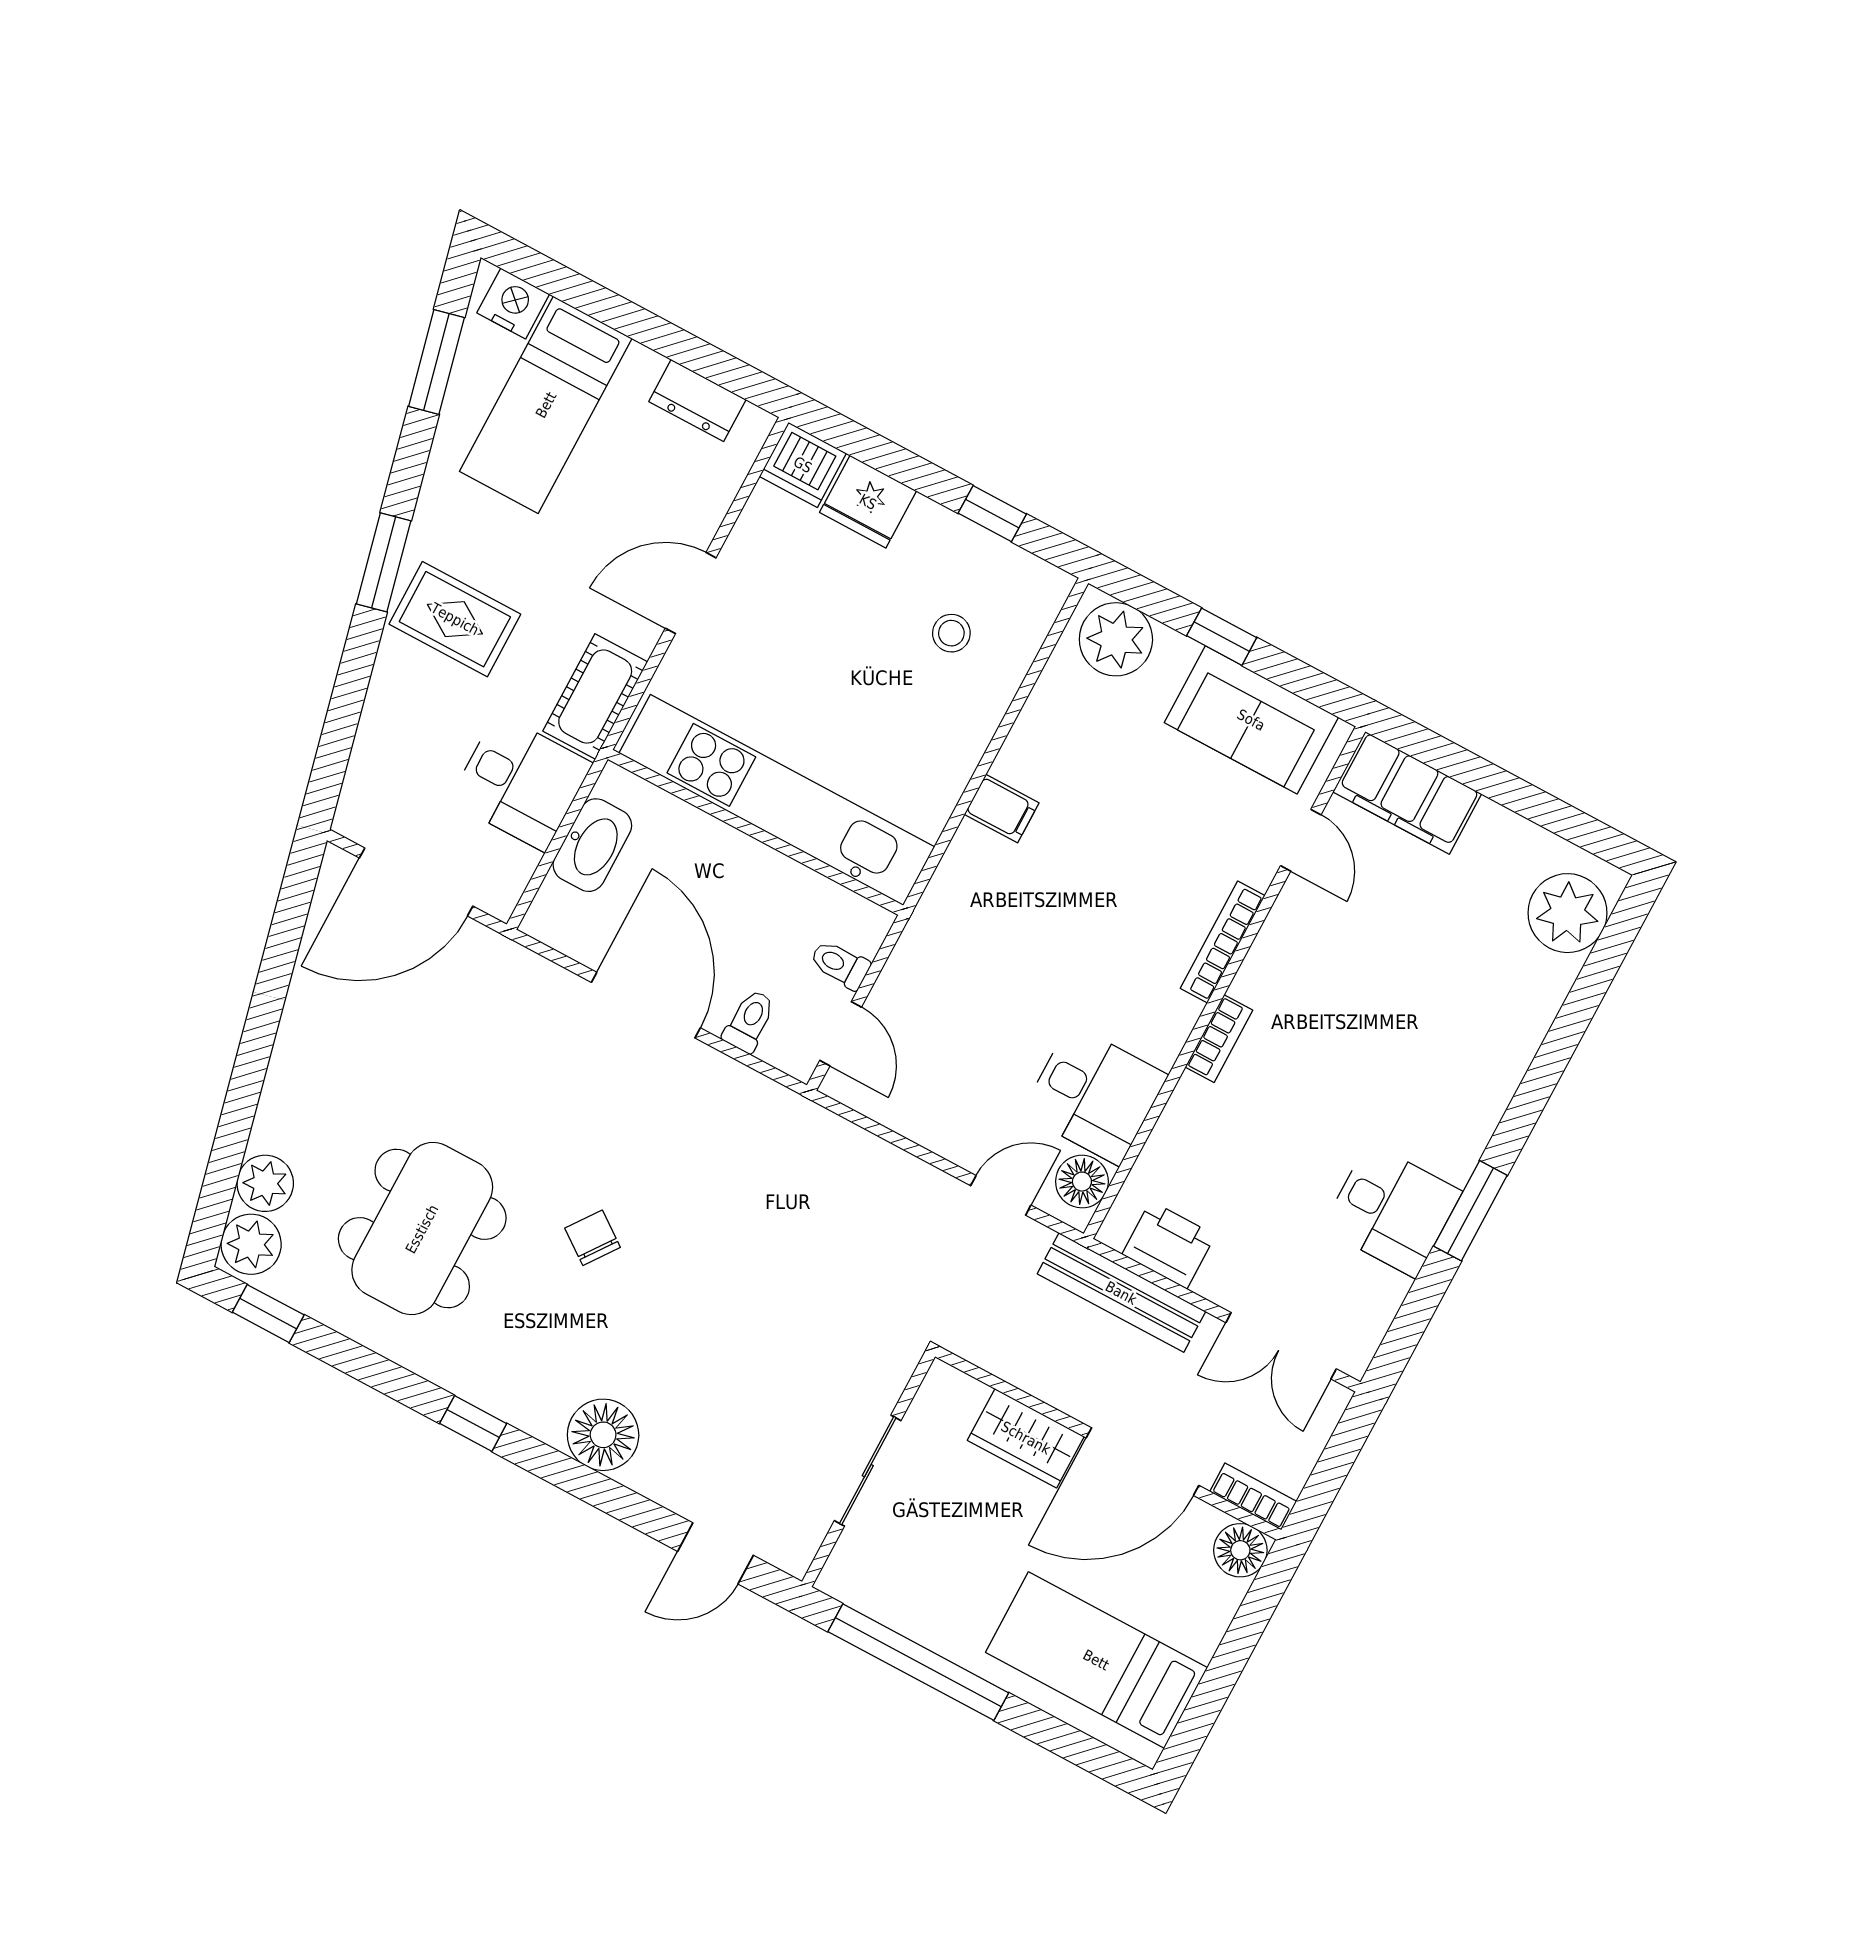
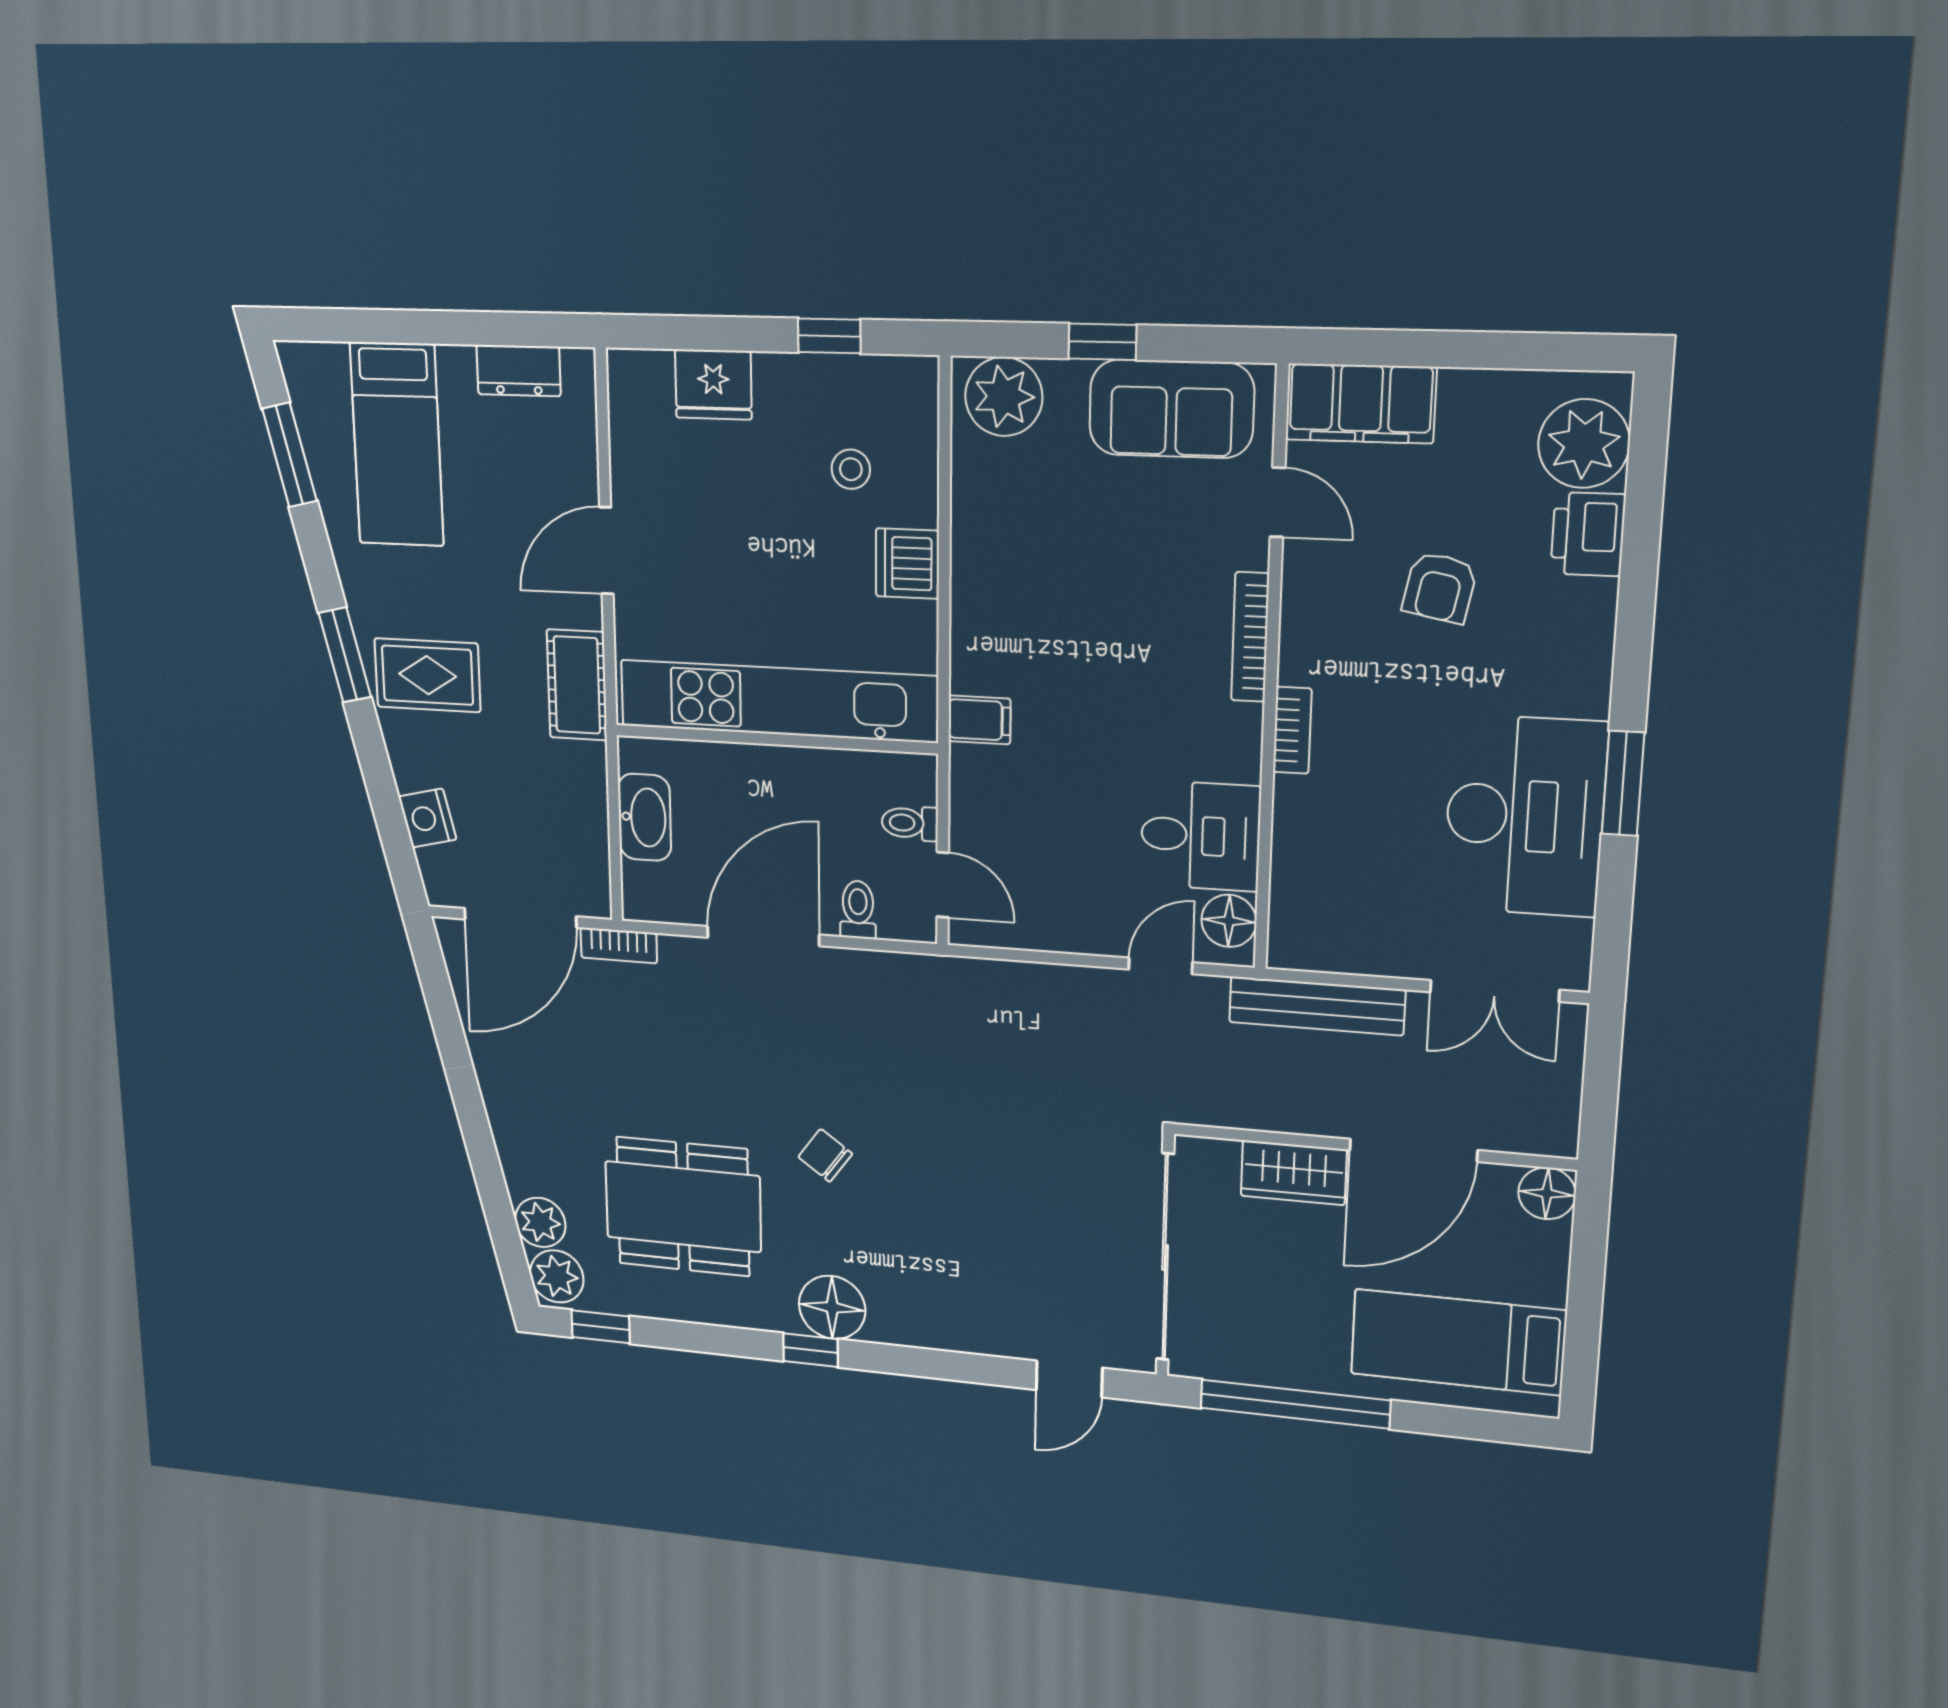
nightstand: (513, 303) -> (427, 818), moved, turned -103
dishwasher: (803, 465) -> (907, 564), moved, turned 90
desk: (521, 782) -> (557, 791), removed
filing cabinet: (1002, 809) -> (979, 720), moved
armchair: (1399, 975) -> (1440, 587), added
door: (646, 1005) -> (763, 936), hinge flipped
desk: (1392, 1210) -> (1525, 816), width x1.87, depth x1.30
dining table: (422, 1229) -> (683, 1207), turned 90
printer: (1169, 1245) -> (1588, 534), moved, turned -90
floor lamp: (603, 1435) -> (832, 1307), moved
sliding door: (868, 1471) -> (1165, 1257), width x1.86
bookcase: (1253, 1496) -> (619, 945), moved, turned 180

